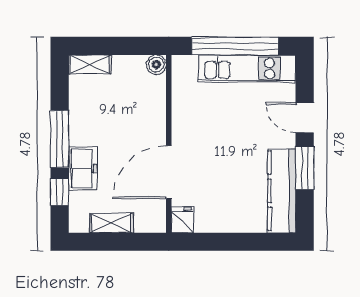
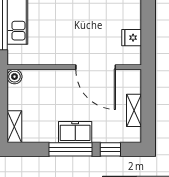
freezer: (83, 169) -> (75, 132), moved
fridge: (182, 220) -> (132, 38), moved

